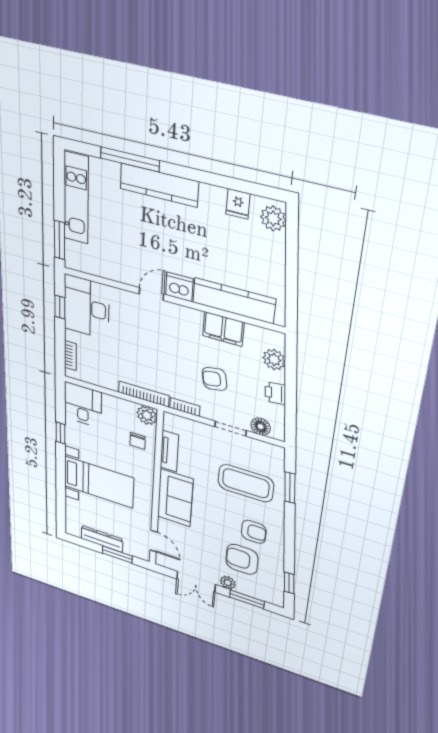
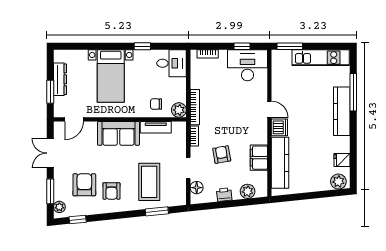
plant: (228, 583) -> (59, 207), moved

